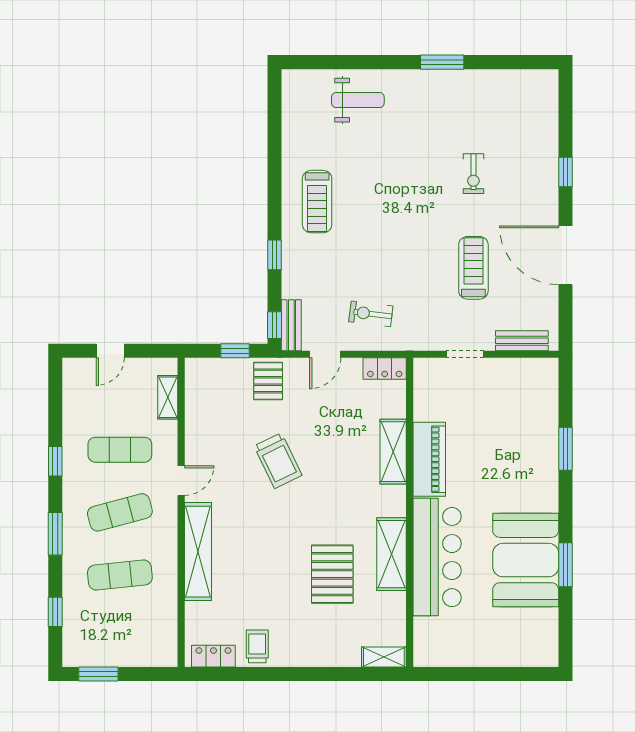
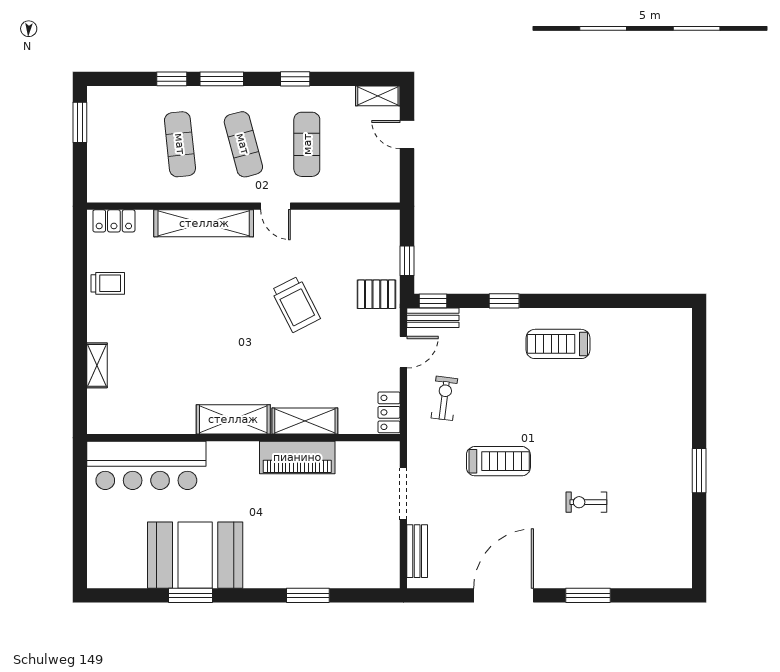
weight bench: (358, 100) -> (661, 385), removed
window: (565, 172) -> (588, 595), width x1.50
treadmill: (473, 268) -> (498, 461), moved
door: (325, 354) -> (403, 352), swing flipped
doorway: (465, 354) -> (403, 494), width x1.38
shelving: (168, 397) -> (378, 96), moved
trolley: (278, 461) -> (296, 304), turned -91
shelving: (392, 554) -> (233, 419), moved
bar counter: (437, 557) -> (146, 465), moved
pallet: (332, 574) -> (181, 359), removed
window: (55, 612) -> (172, 79), moved
locker: (213, 656) -> (114, 221), moved, turned 90
shelving: (384, 657) -> (97, 365), moved

